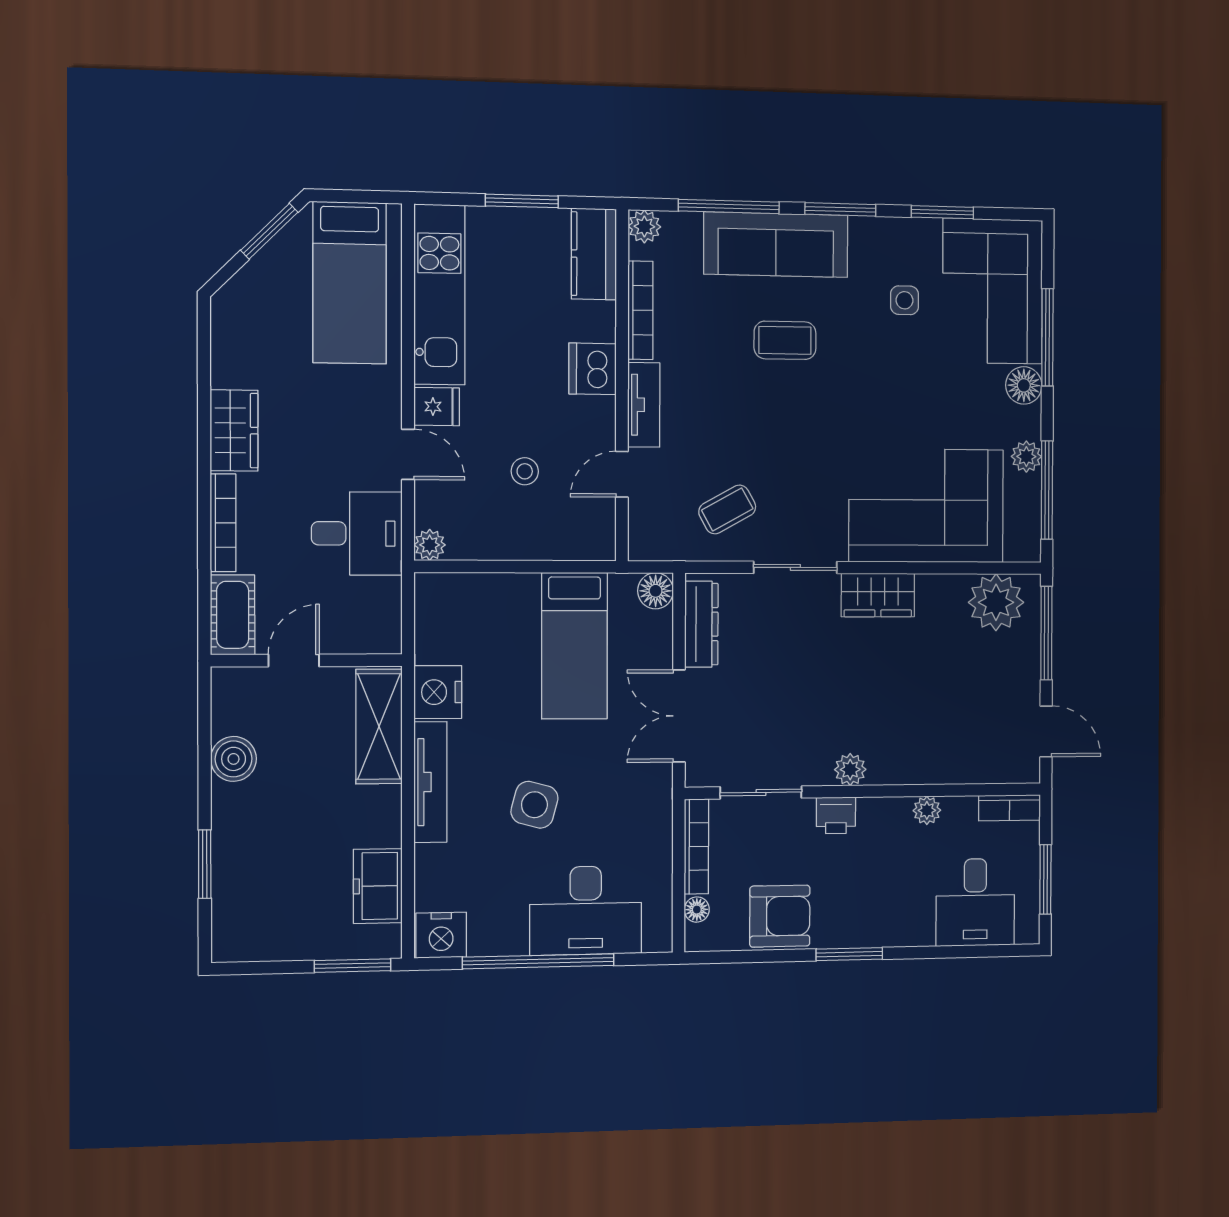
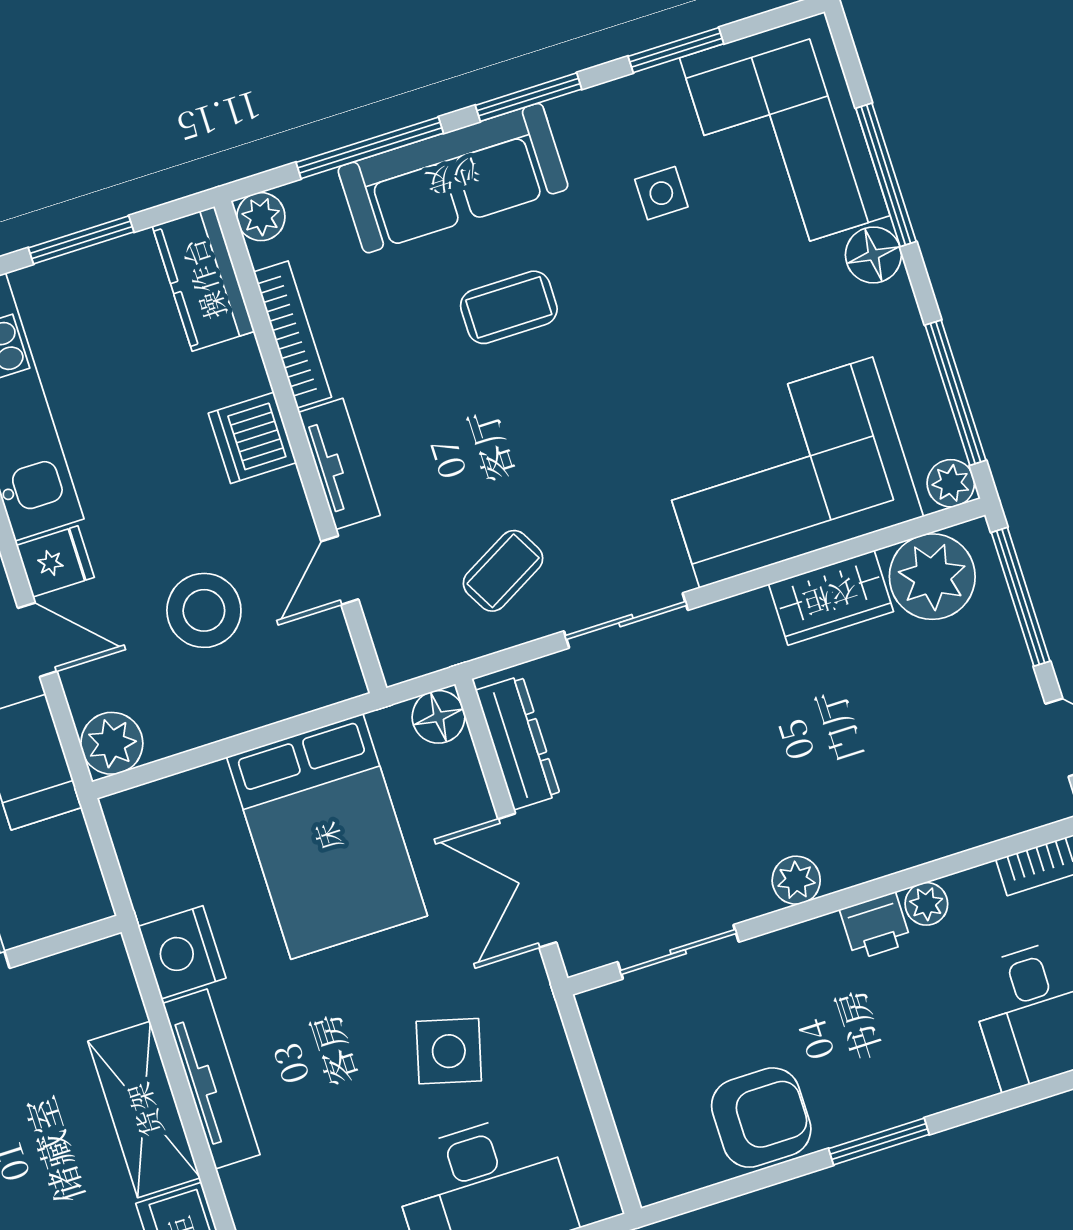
plant: (1026, 457) -> (951, 483), moved
stool: (525, 471) -> (204, 610), width x1.89, depth x1.89
plant: (430, 545) -> (112, 743), width x1.38, depth x1.38
wardrobe: (878, 595) -> (831, 598), moved
bed: (574, 646) -> (327, 836), width x1.50
shelving: (379, 726) -> (144, 1110), moved
side table: (534, 805) -> (449, 1051), moved
printer: (836, 815) -> (875, 926), moved
bookcase: (696, 846) -> (611, 1055), removed
floor lamp: (697, 910) -> (639, 1144), removed

